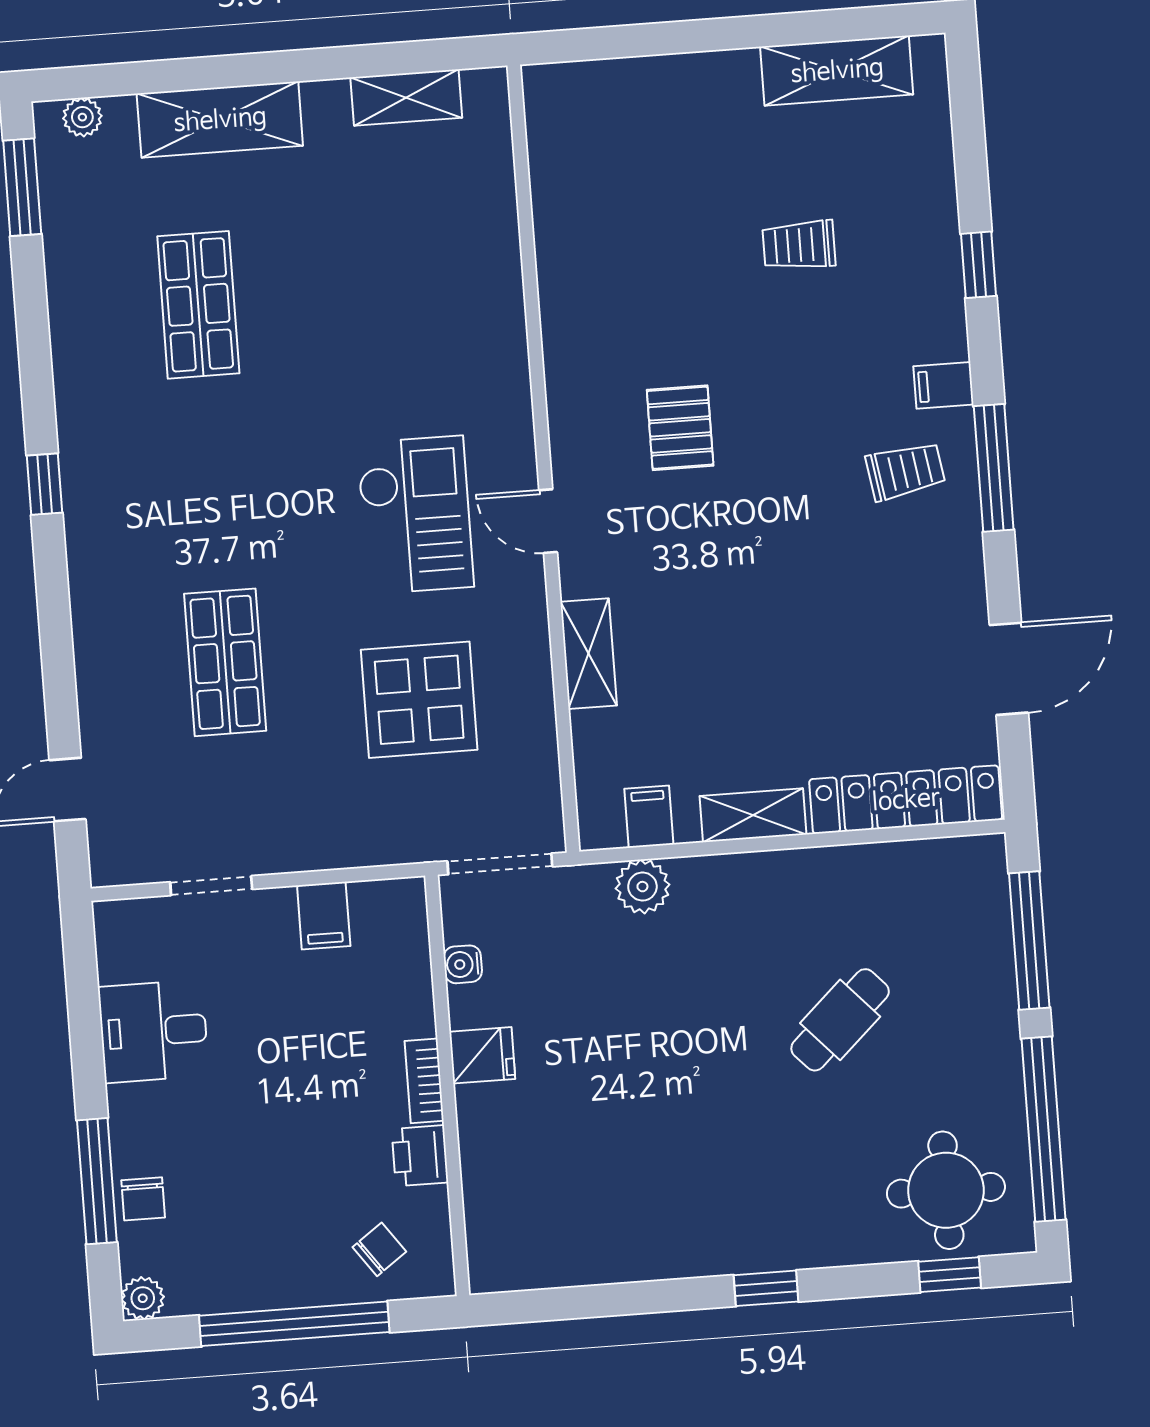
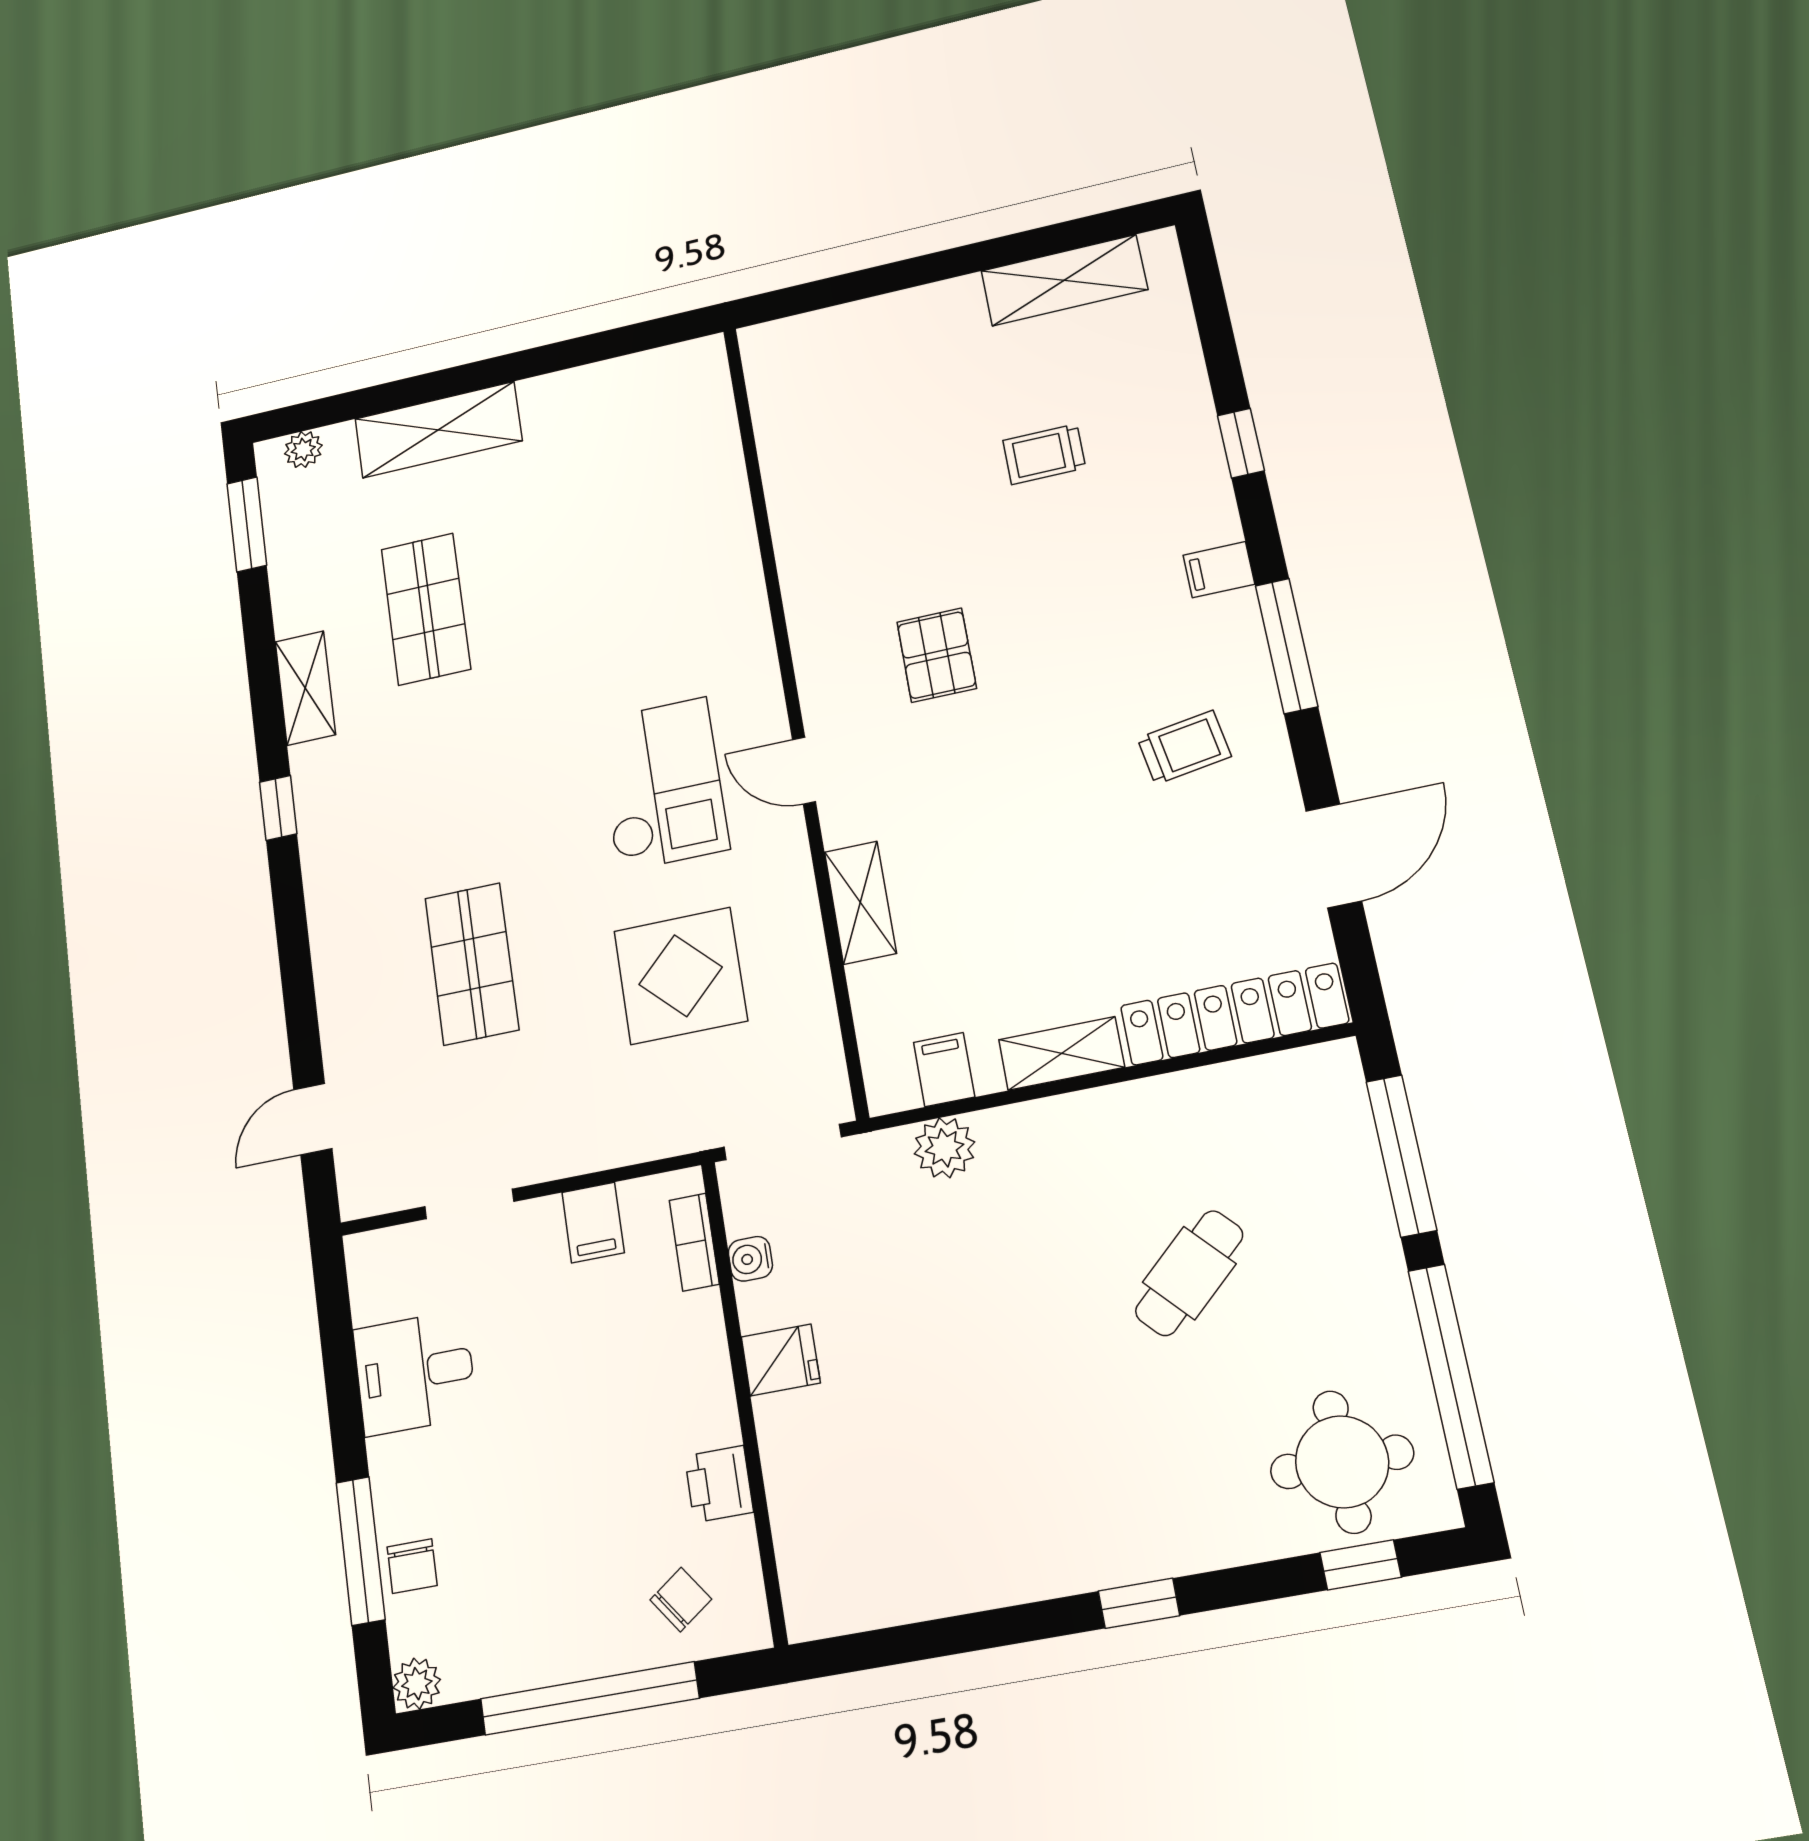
shelving: (406, 98) -> (305, 688), moved, turned 90
trolley: (905, 471) -> (1184, 747), moved
bookcase: (424, 1081) -> (694, 1242), moved

